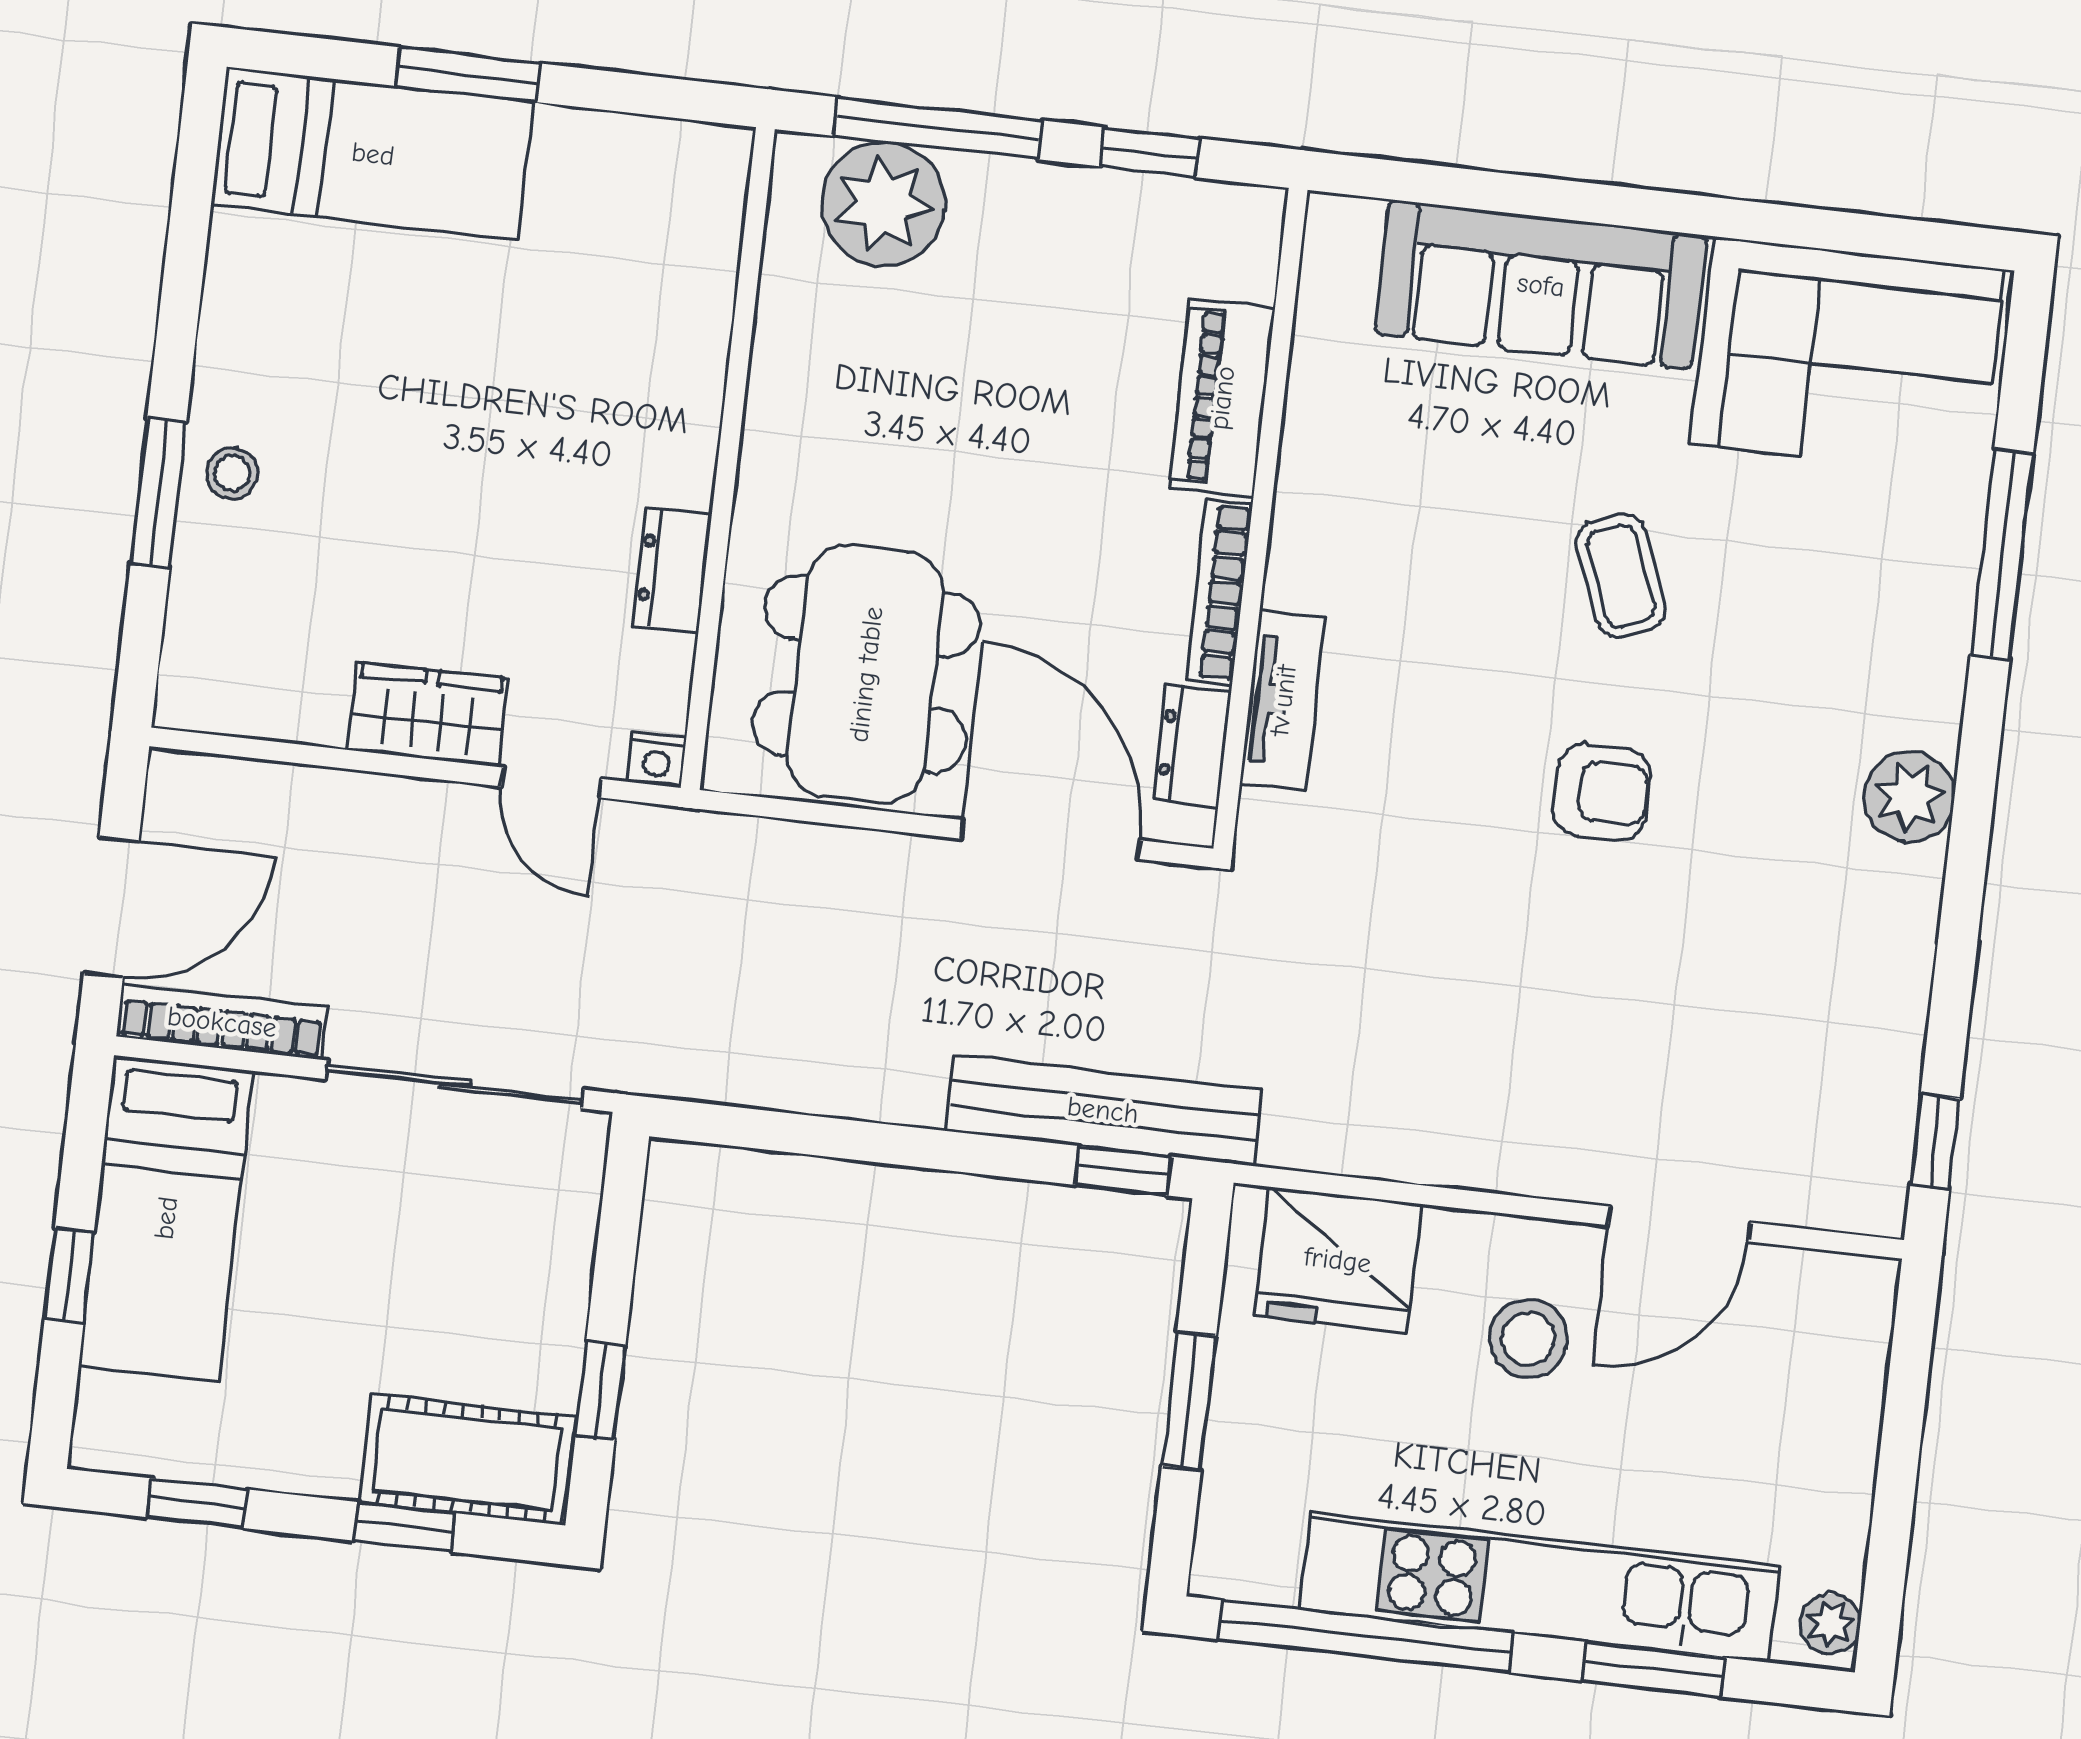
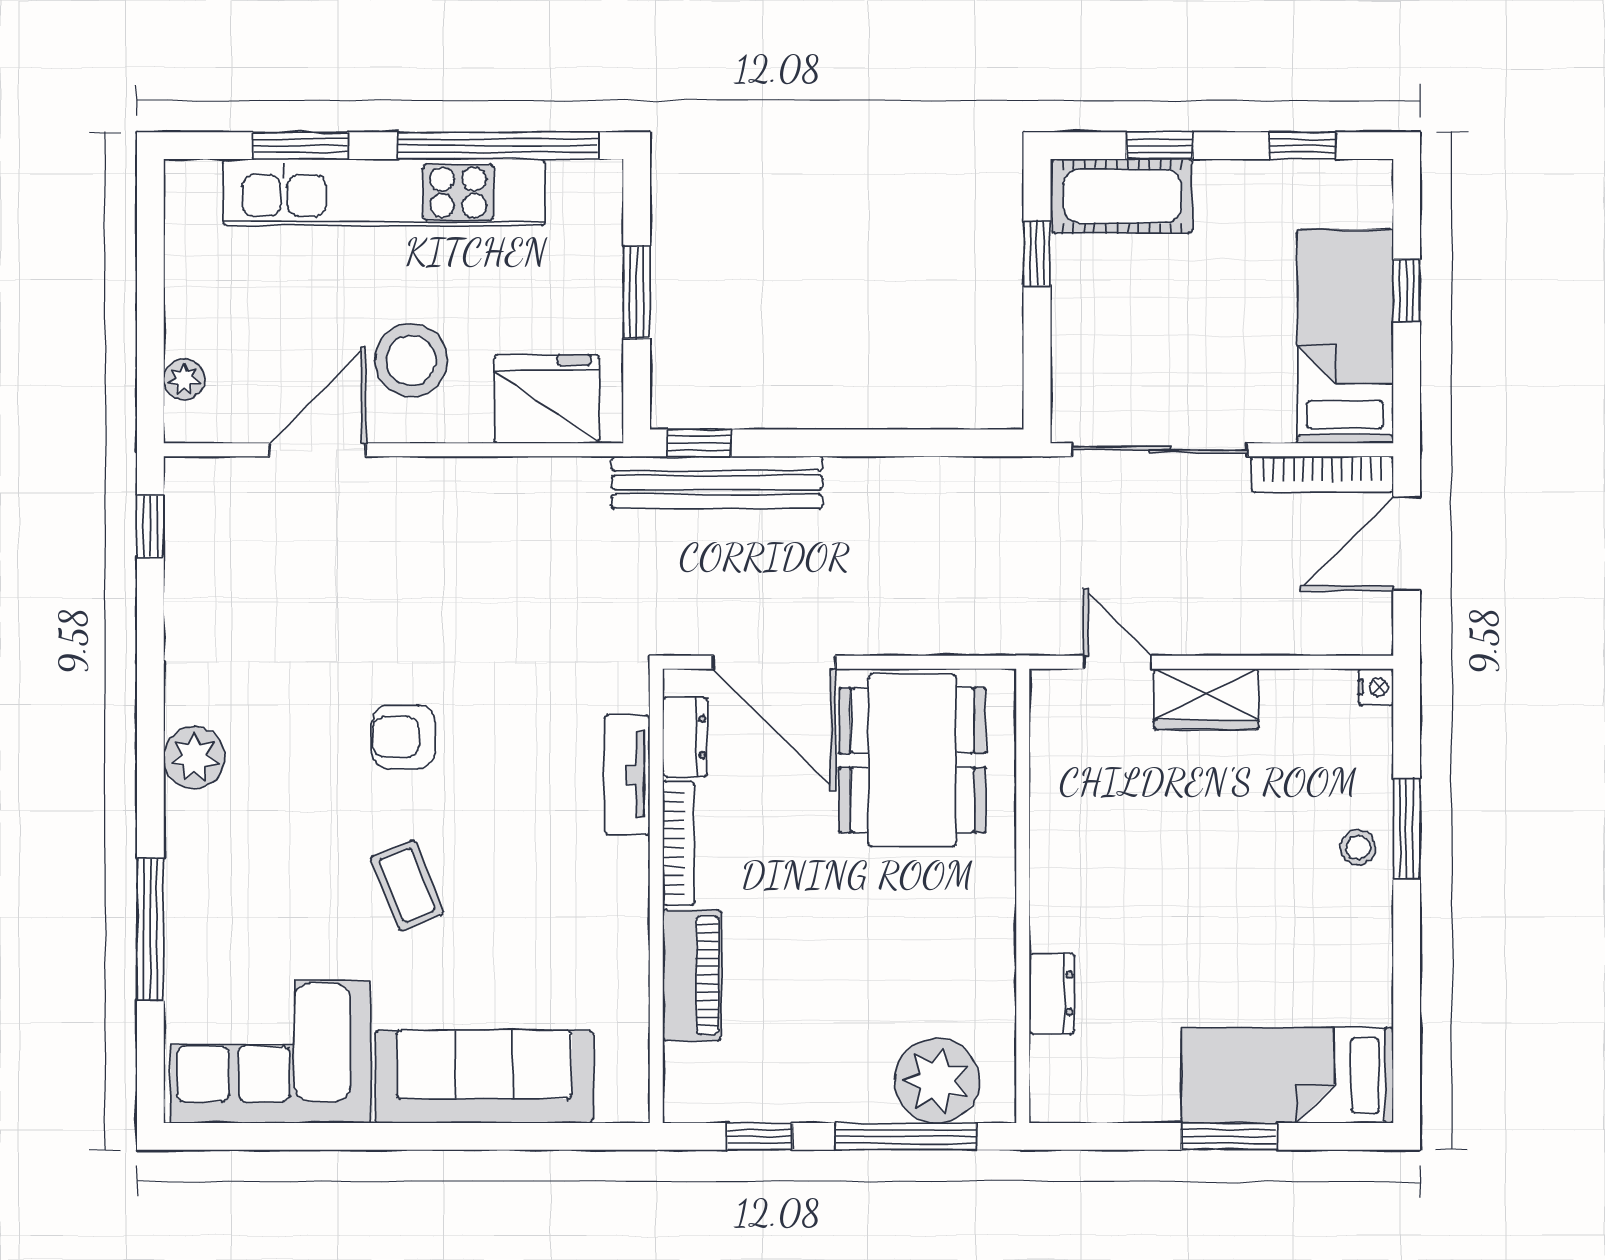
dresser: (672, 570) -> (1052, 993), moved
nightstand: (657, 760) -> (1376, 687), moved, turned 90
stool: (1528, 1339) -> (411, 360), width x1.38, depth x1.38
plant: (1830, 1624) -> (184, 379), moved

